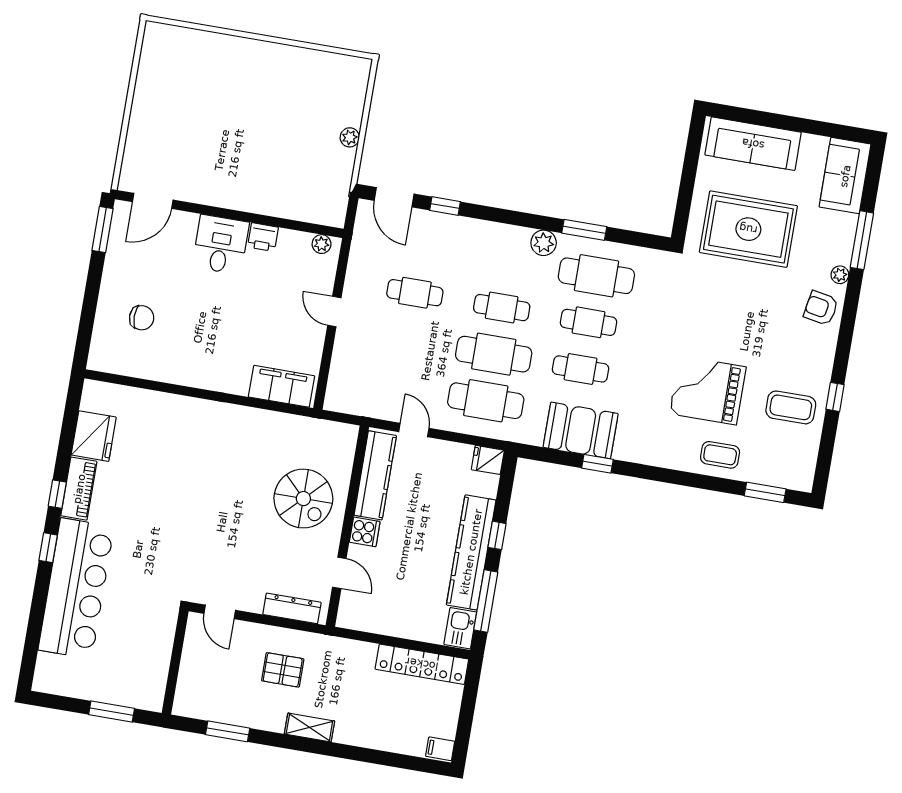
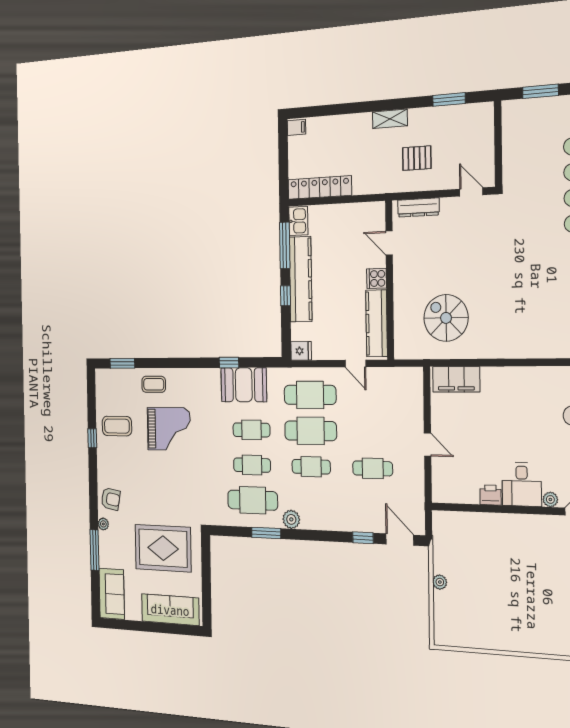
plant: (322, 244) -> (550, 499), moved
spiral stairs: (303, 499) -> (446, 318), moved

